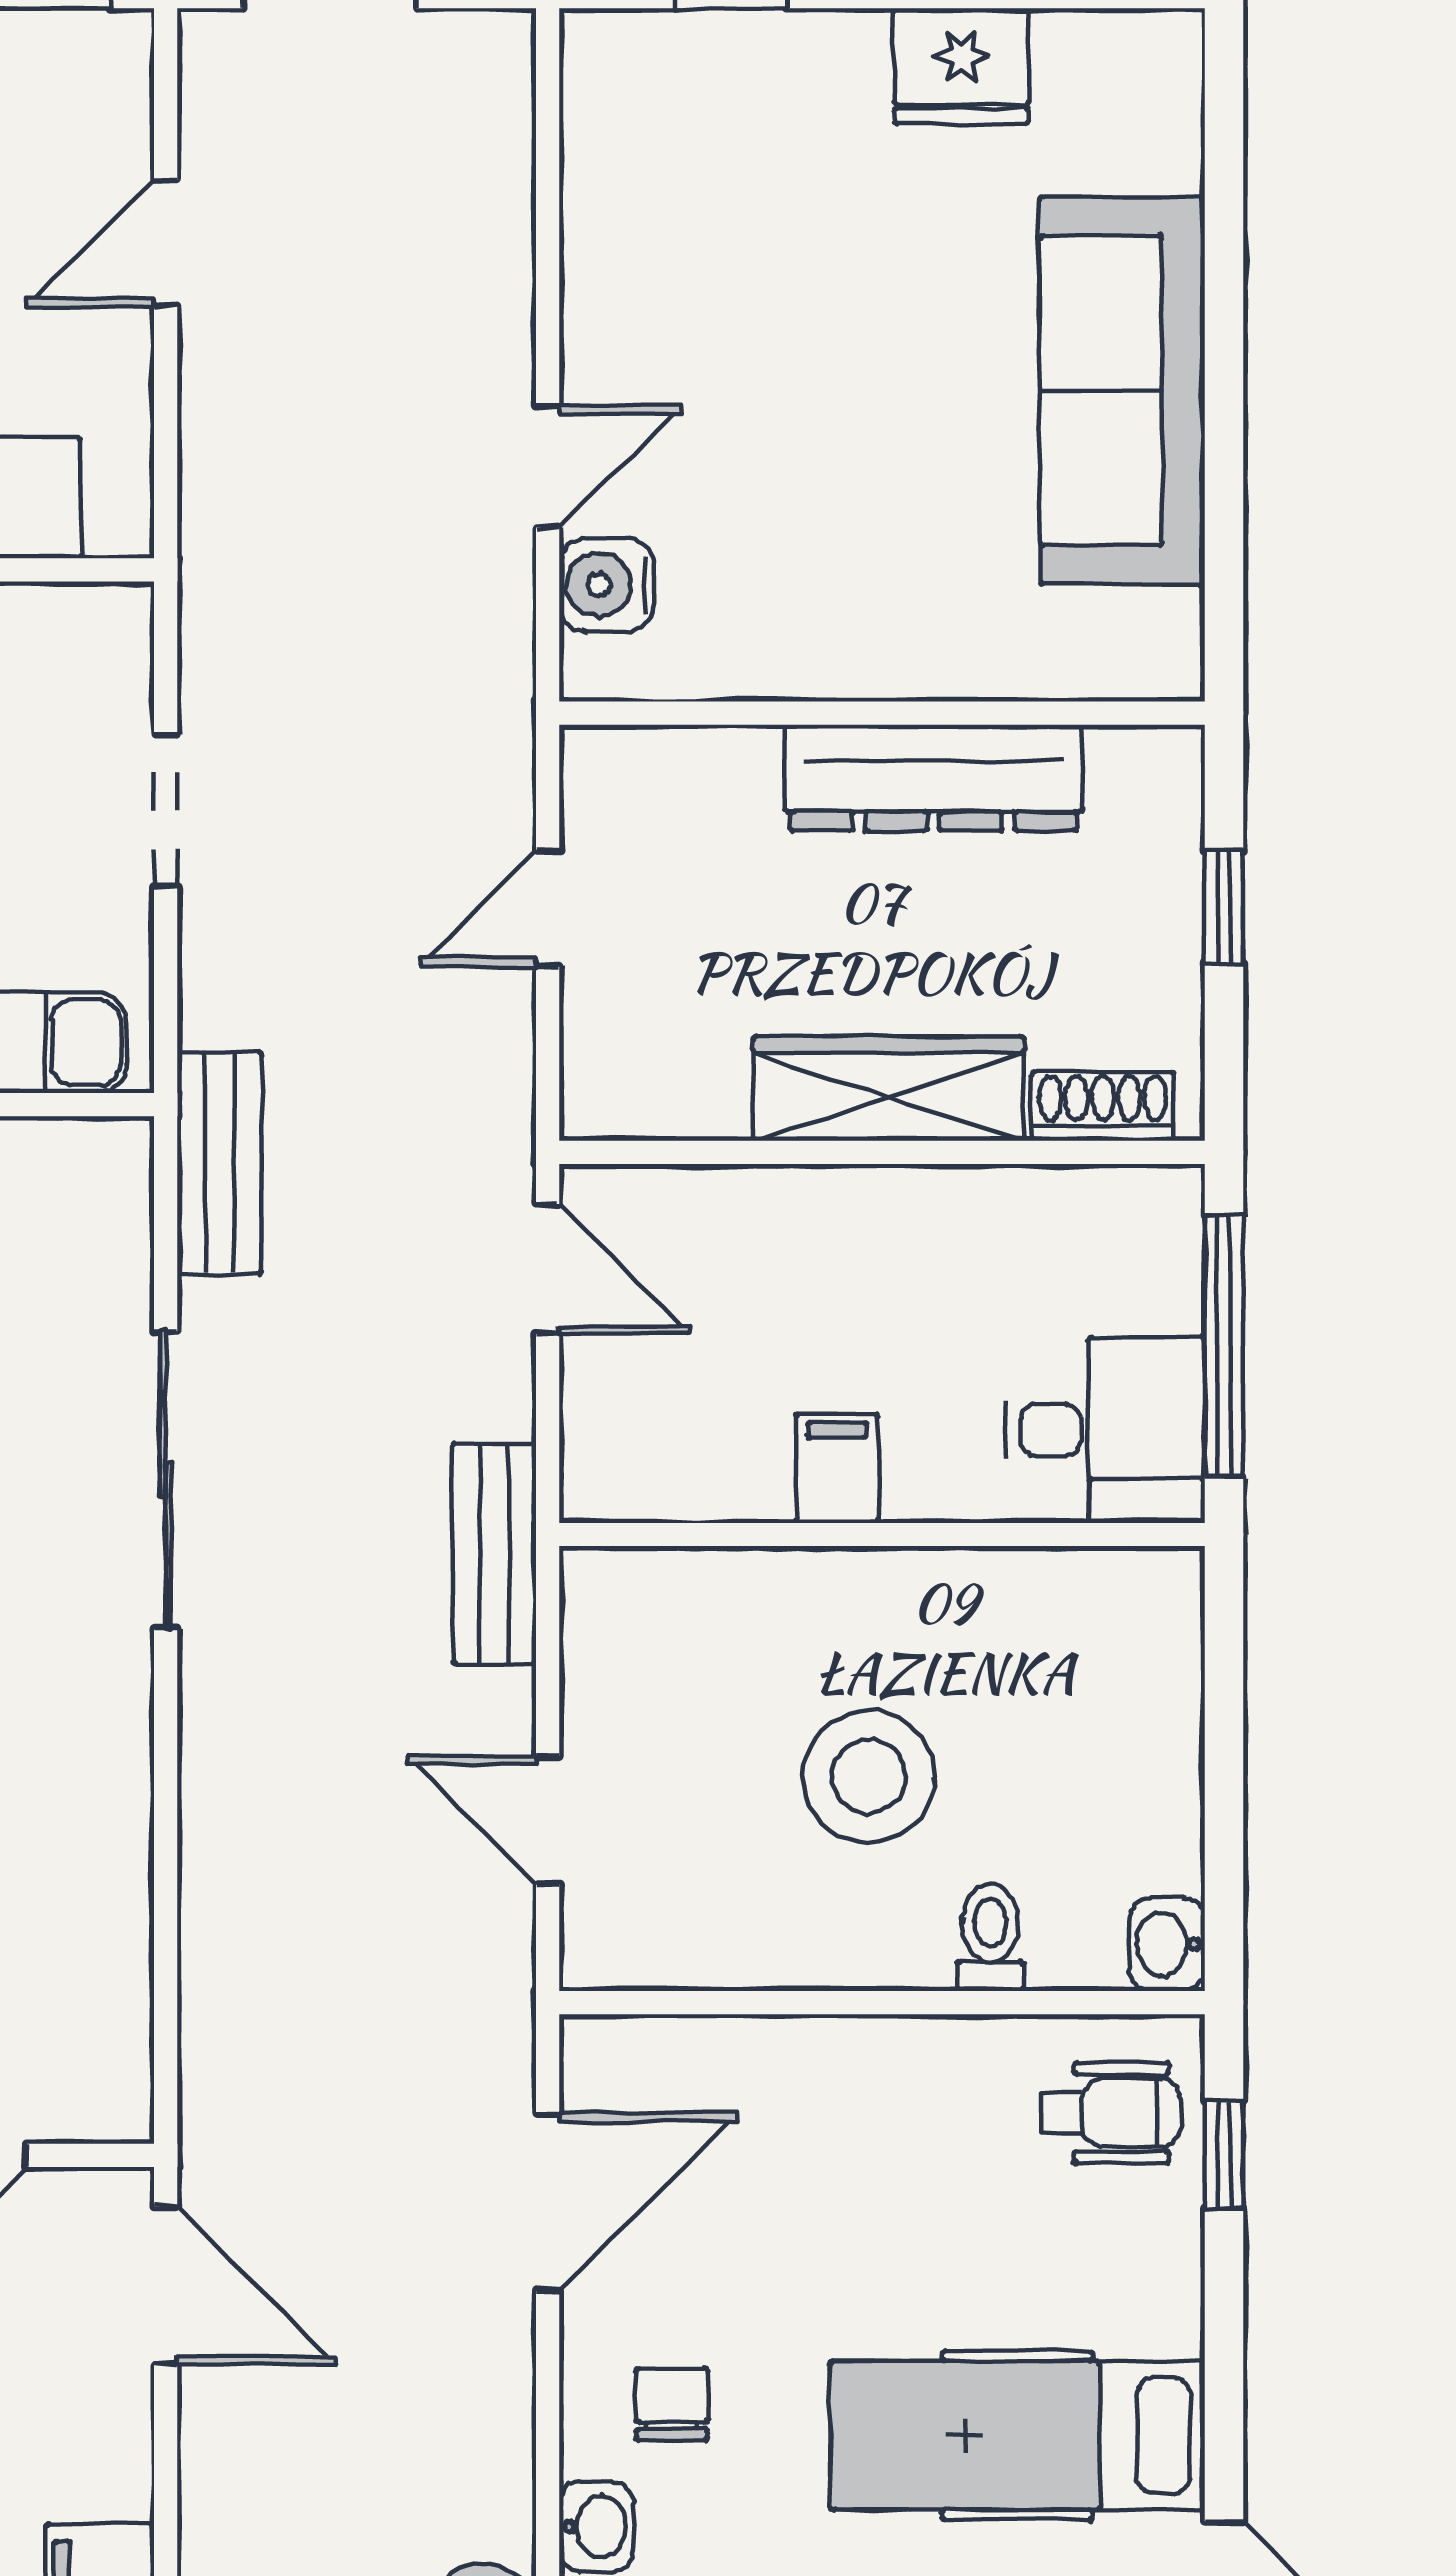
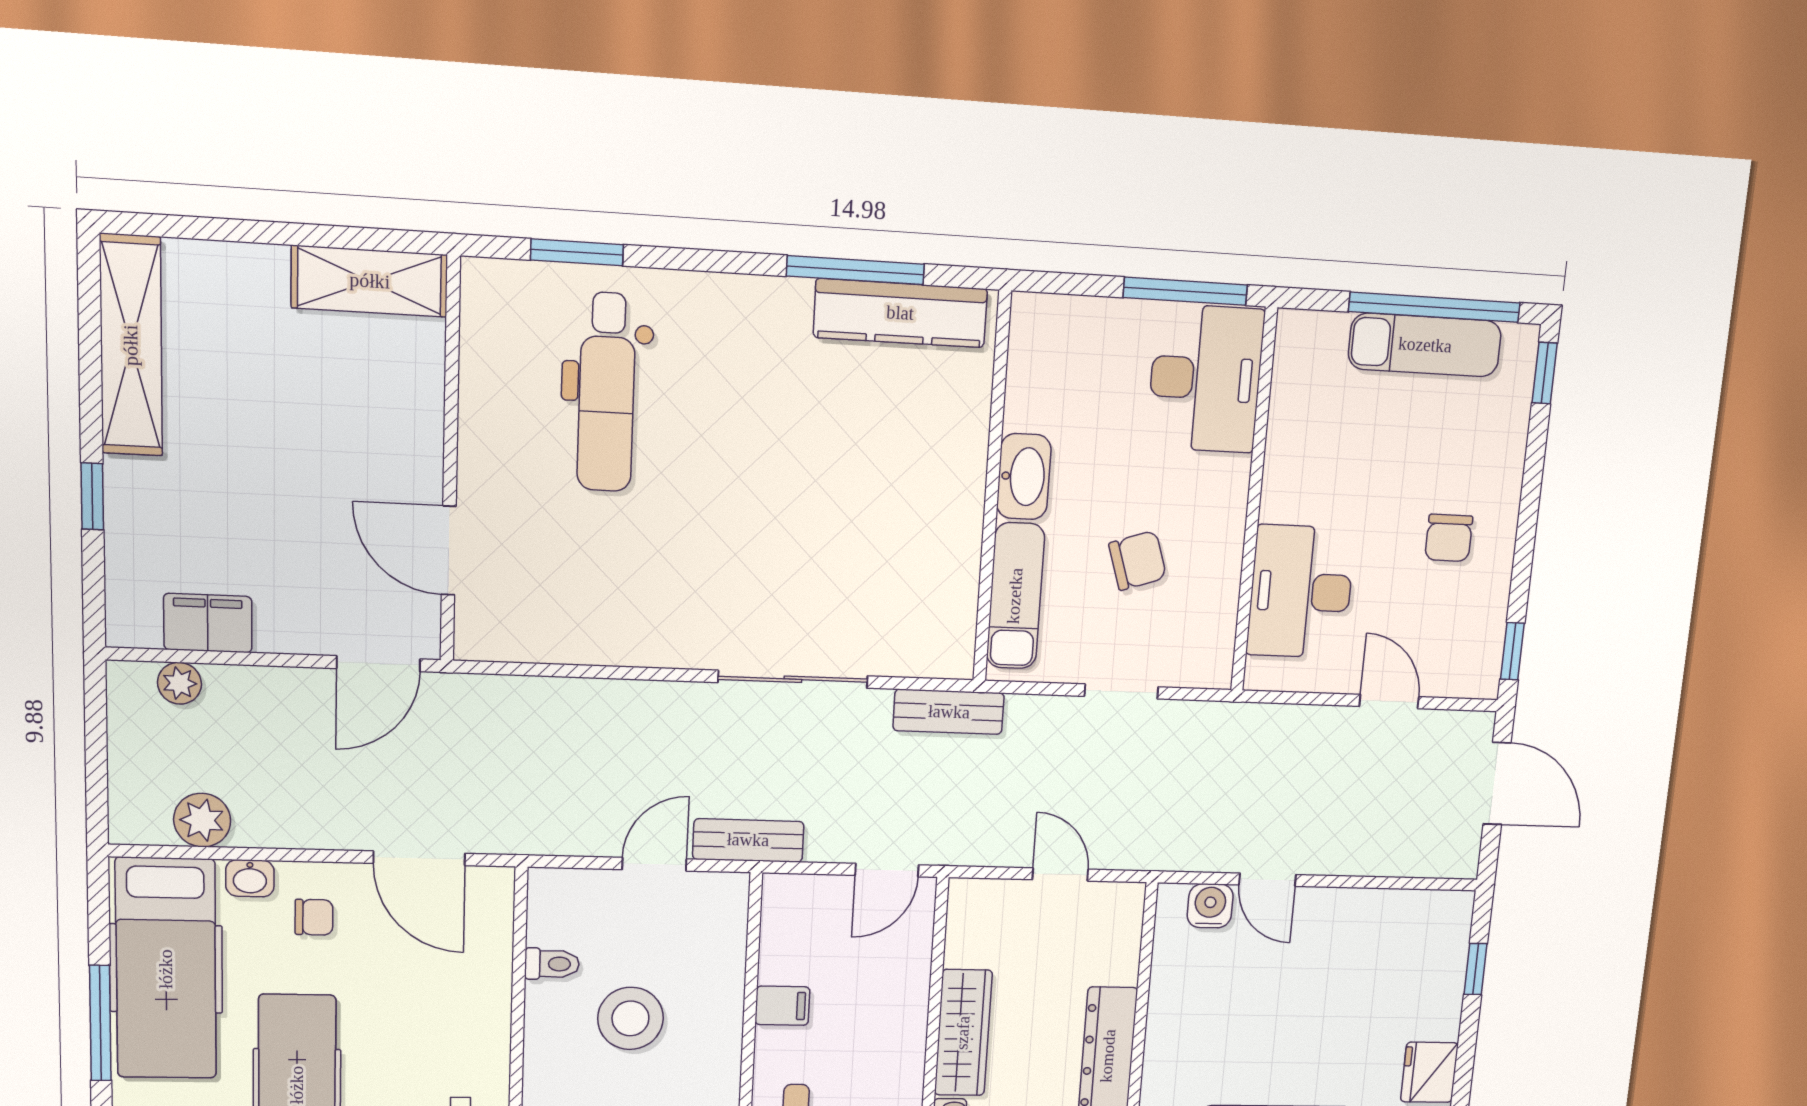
door: (548, 1820) -> (654, 864), moved
toilet: (990, 1937) -> (552, 964), moved

